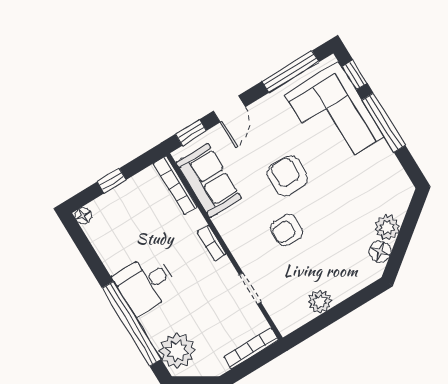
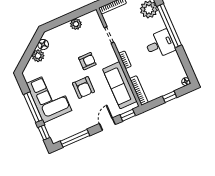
corner sofa: (334, 115) -> (49, 97), moved
sofa: (209, 180) -> (120, 85), width x1.36

